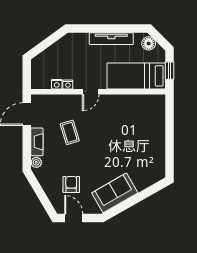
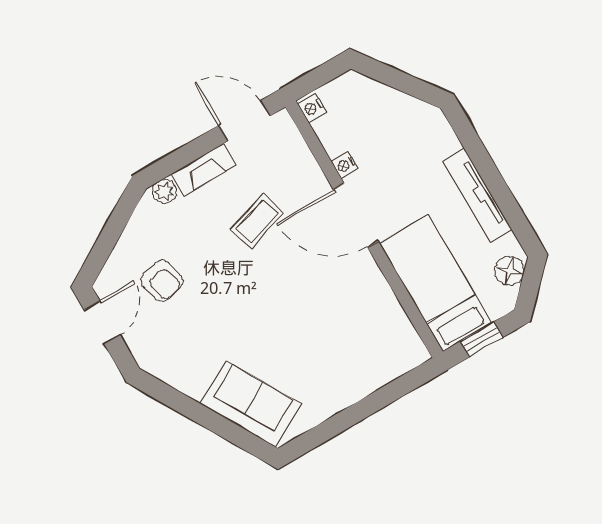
nightstand: (57, 84) -> (312, 108), moved
door: (91, 92) -> (356, 215), width x1.88
armchair: (71, 184) -> (162, 281), turned 76
sofa: (115, 193) -> (250, 404), moved

